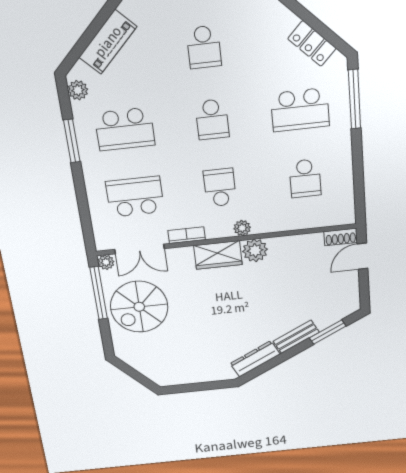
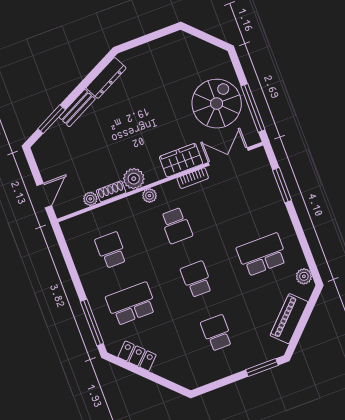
window: (72, 141) -> (282, 185), moved
school desk: (135, 197) -> (242, 201), removed
shoe rack: (341, 237) -> (111, 191), moved
wardrobe: (218, 255) -> (181, 160), moved
plant: (106, 262) -> (90, 199), moved

